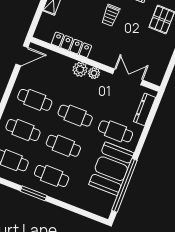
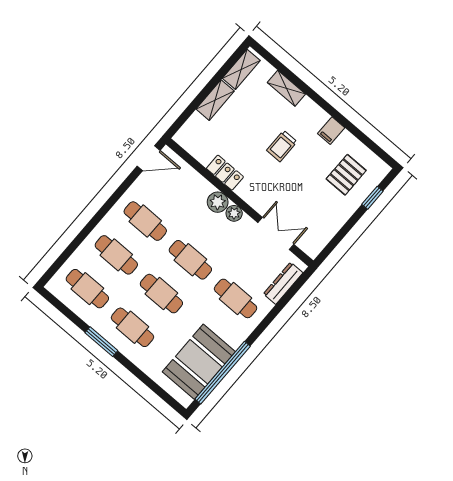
locker: (71, 45) -> (225, 173), width x0.66
booth: (111, 169) -> (199, 362), moved

